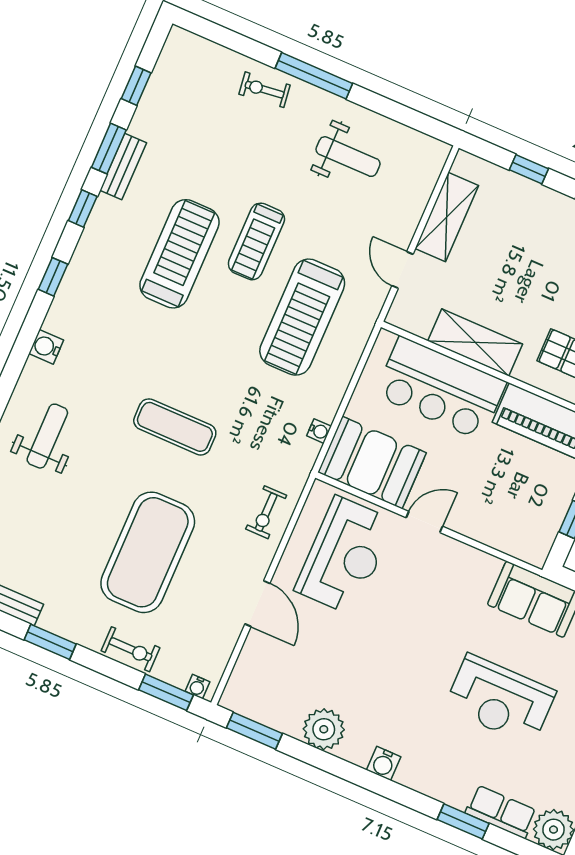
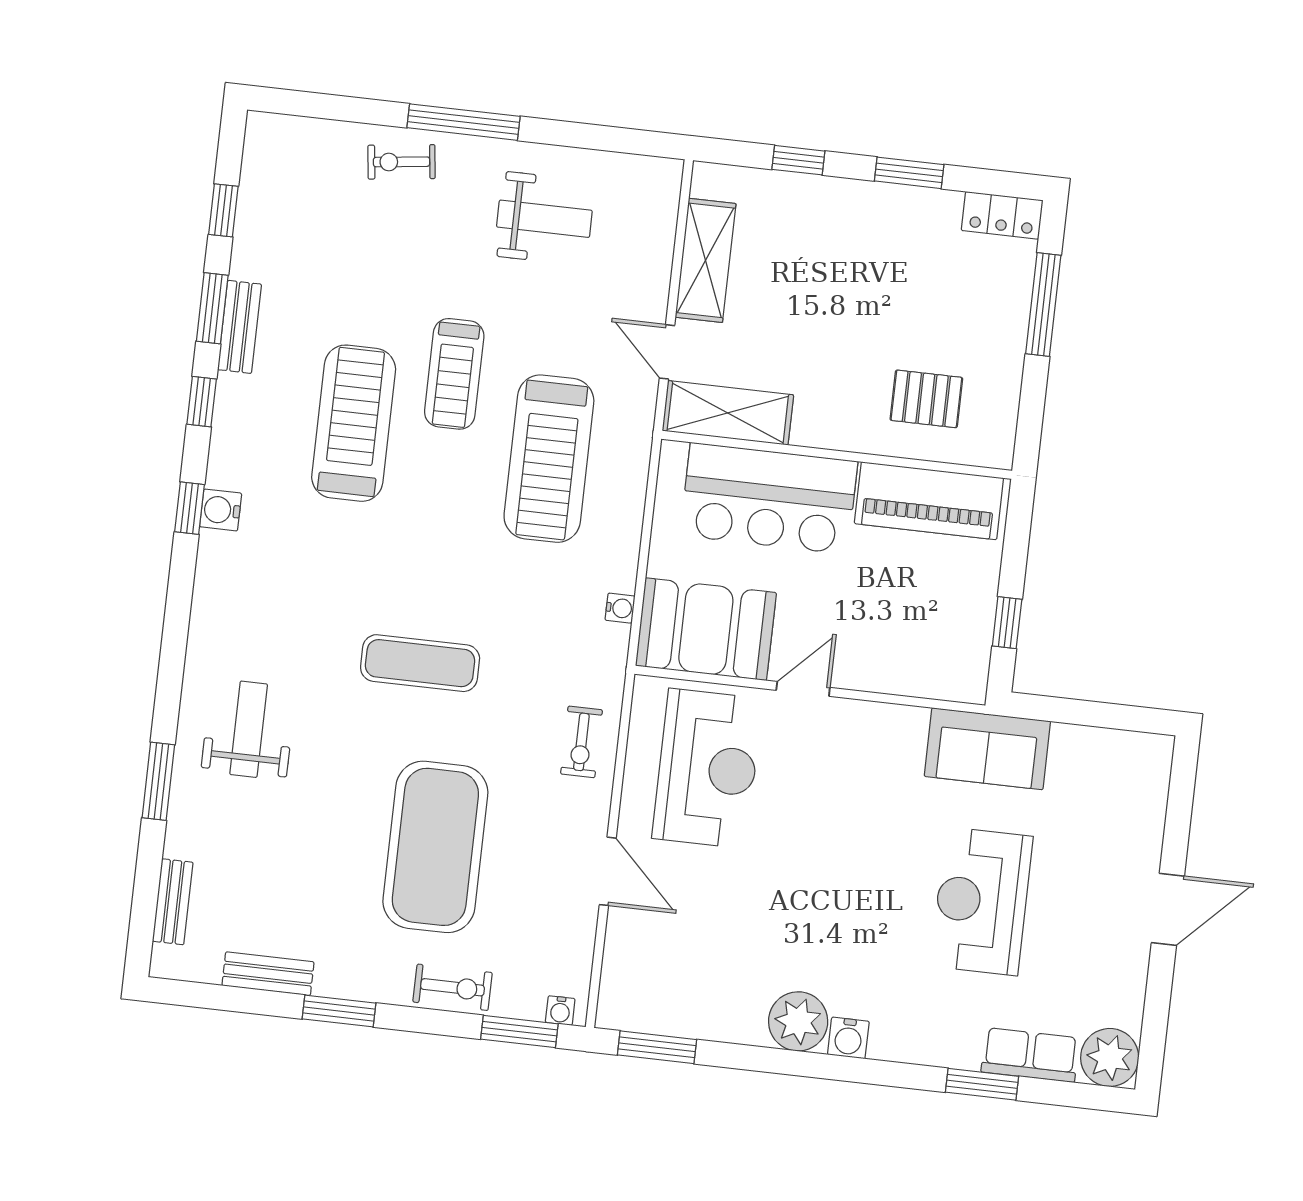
shelving: (475, 342) -> (728, 413), moved
water cooler: (46, 347) -> (221, 510), moved
reception desk: (500, 700) -> (982, 901), turned 90
plant: (324, 729) -> (798, 1021), moved

